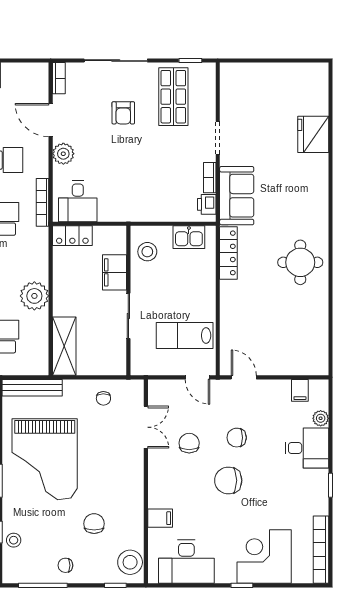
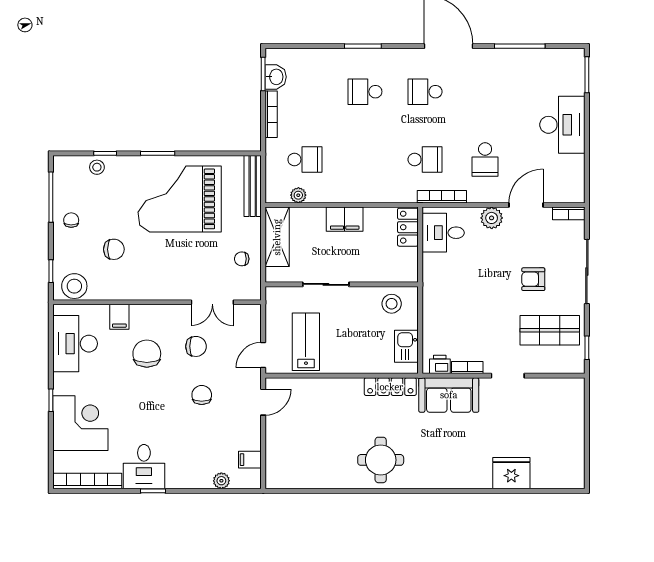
filing cabinet: (115, 272) -> (345, 219), moved, turned 180
plant: (34, 296) -> (298, 195), moved, width x0.53, depth x0.53
shelving: (64, 346) -> (277, 237), moved, turned 90
desk: (307, 448) -> (144, 467), moved
chair: (228, 480) -> (147, 354), moved

